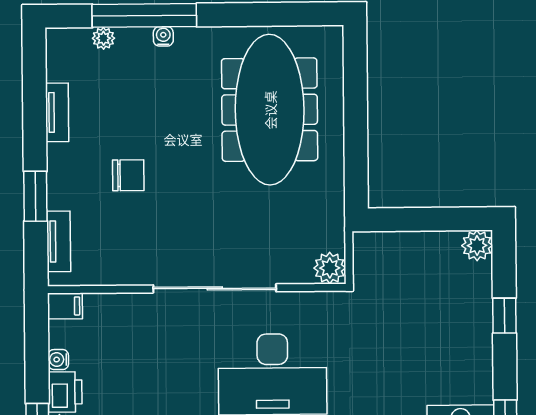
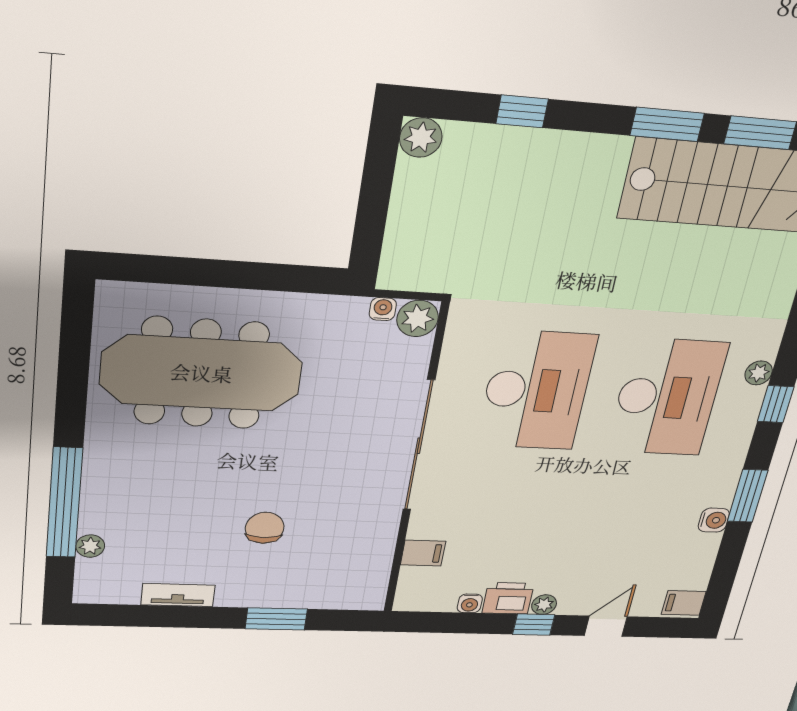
water cooler: (163, 36) -> (383, 309), moved, turned 90
tv unit: (59, 241) -> (333, 599), removed
filing cabinet: (65, 306) -> (423, 553), moved, turned 90

